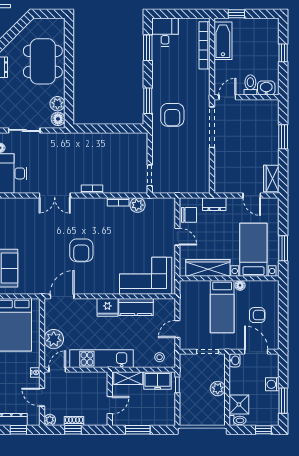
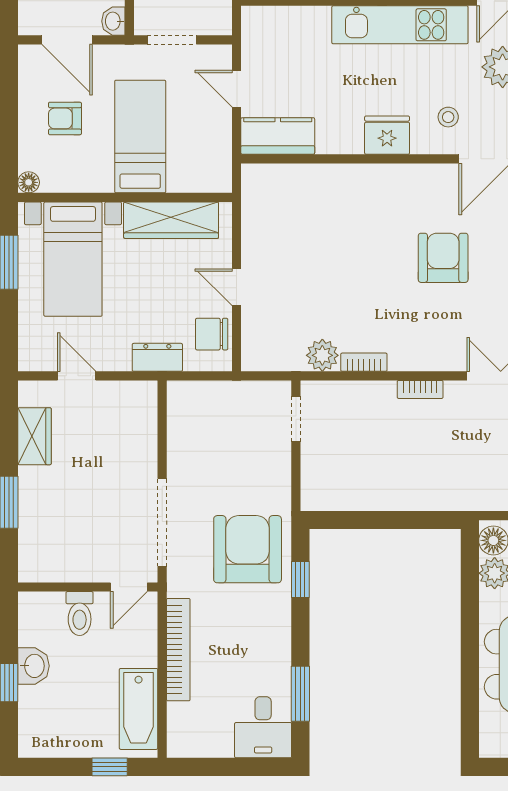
bookcase: (204, 45) -> (178, 650), moved
washbasin: (266, 88) -> (33, 666), moved, turned -90
window: (148, 101) -> (300, 580), width x0.67
armchair: (172, 115) -> (248, 549), width x1.36, depth x1.36
wardrobe: (271, 179) -> (35, 436), moved
corner sofa: (146, 276) -> (305, 203), removed
floor lamp: (240, 285) -> (29, 182), moved
kitchen counter: (136, 307) -> (278, 136), moved
door: (177, 329) -> (236, 89), swing flipped
stool: (160, 357) -> (448, 117), moved

